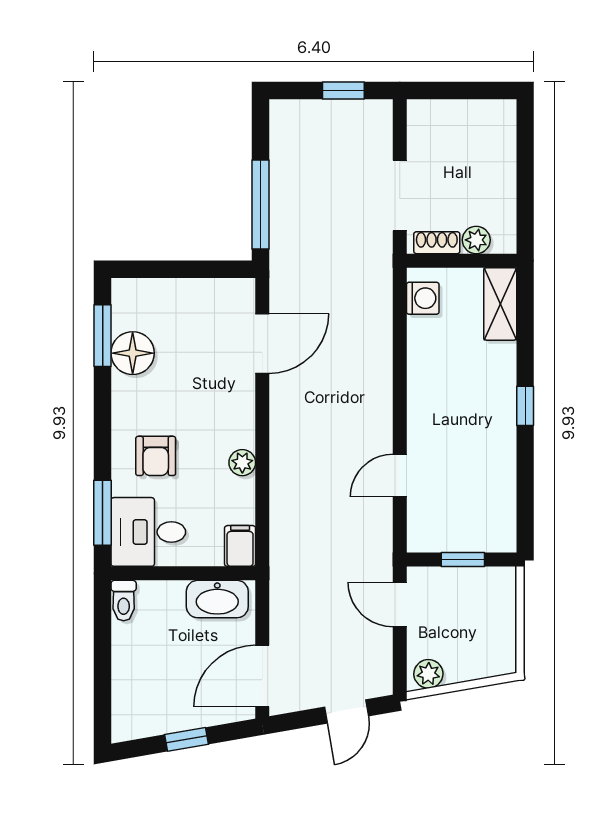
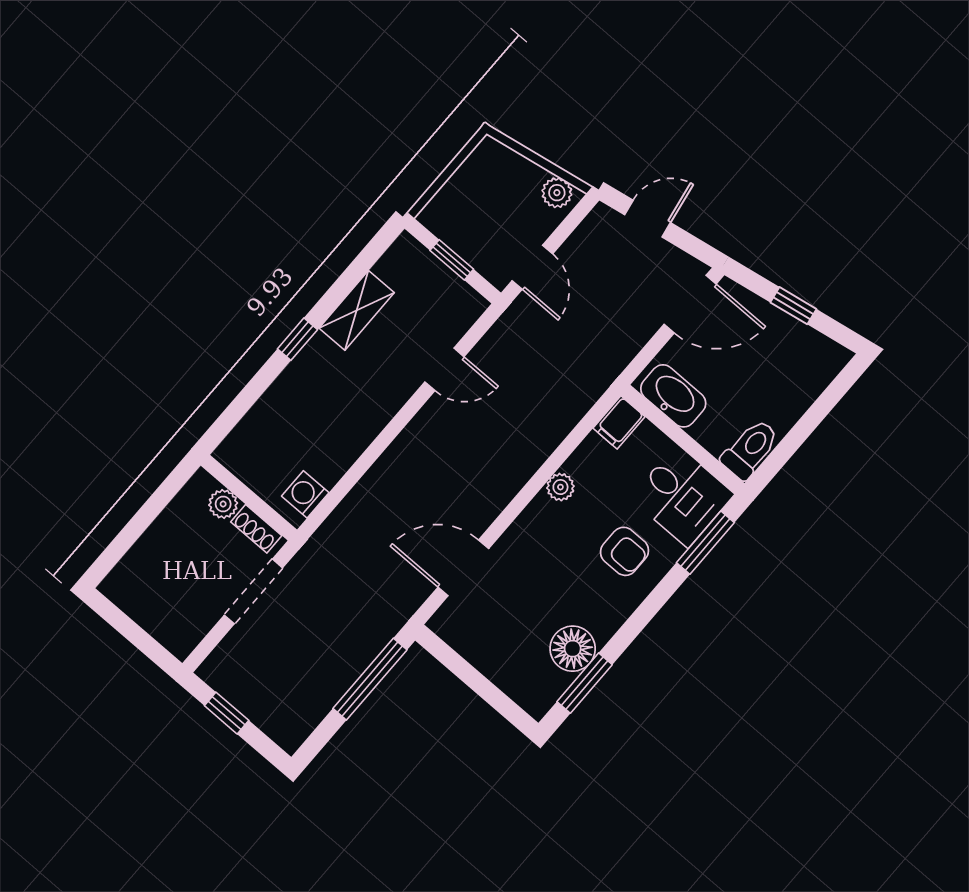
shelving: (500, 304) -> (357, 310), moved
armchair: (156, 456) -> (624, 551), turned 90
toilet: (124, 601) -> (750, 449), width x1.37, depth x1.39

